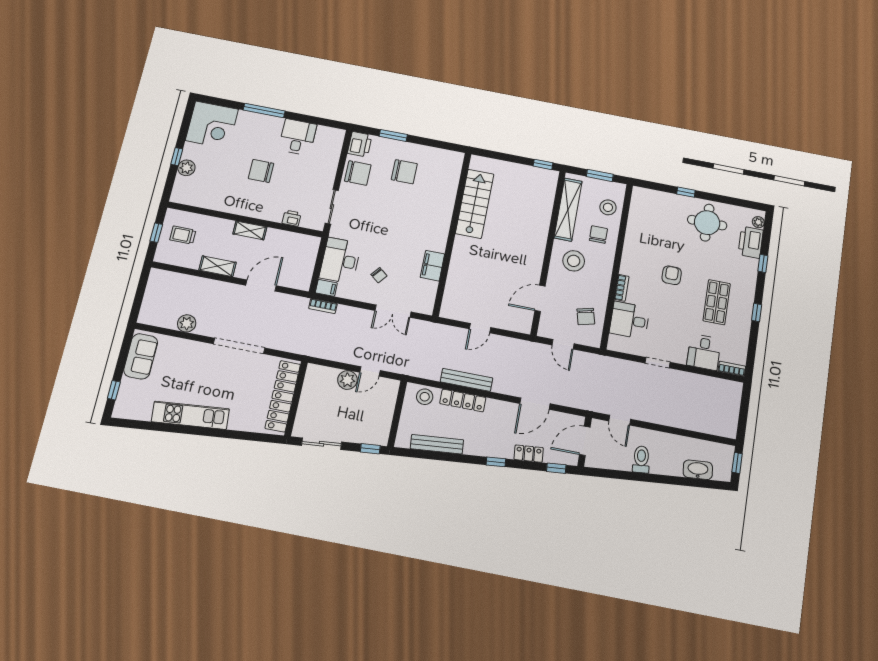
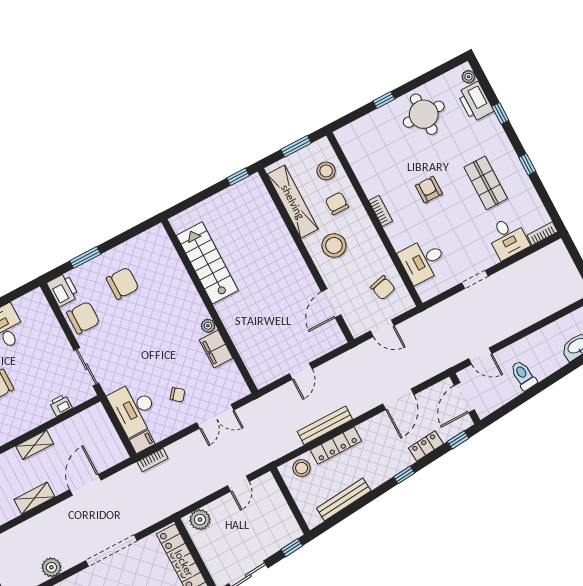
plant: (440, 246) -> (208, 326), added
bookcase: (622, 288) -> (381, 211), moved
plant: (347, 380) -> (200, 520), moved

